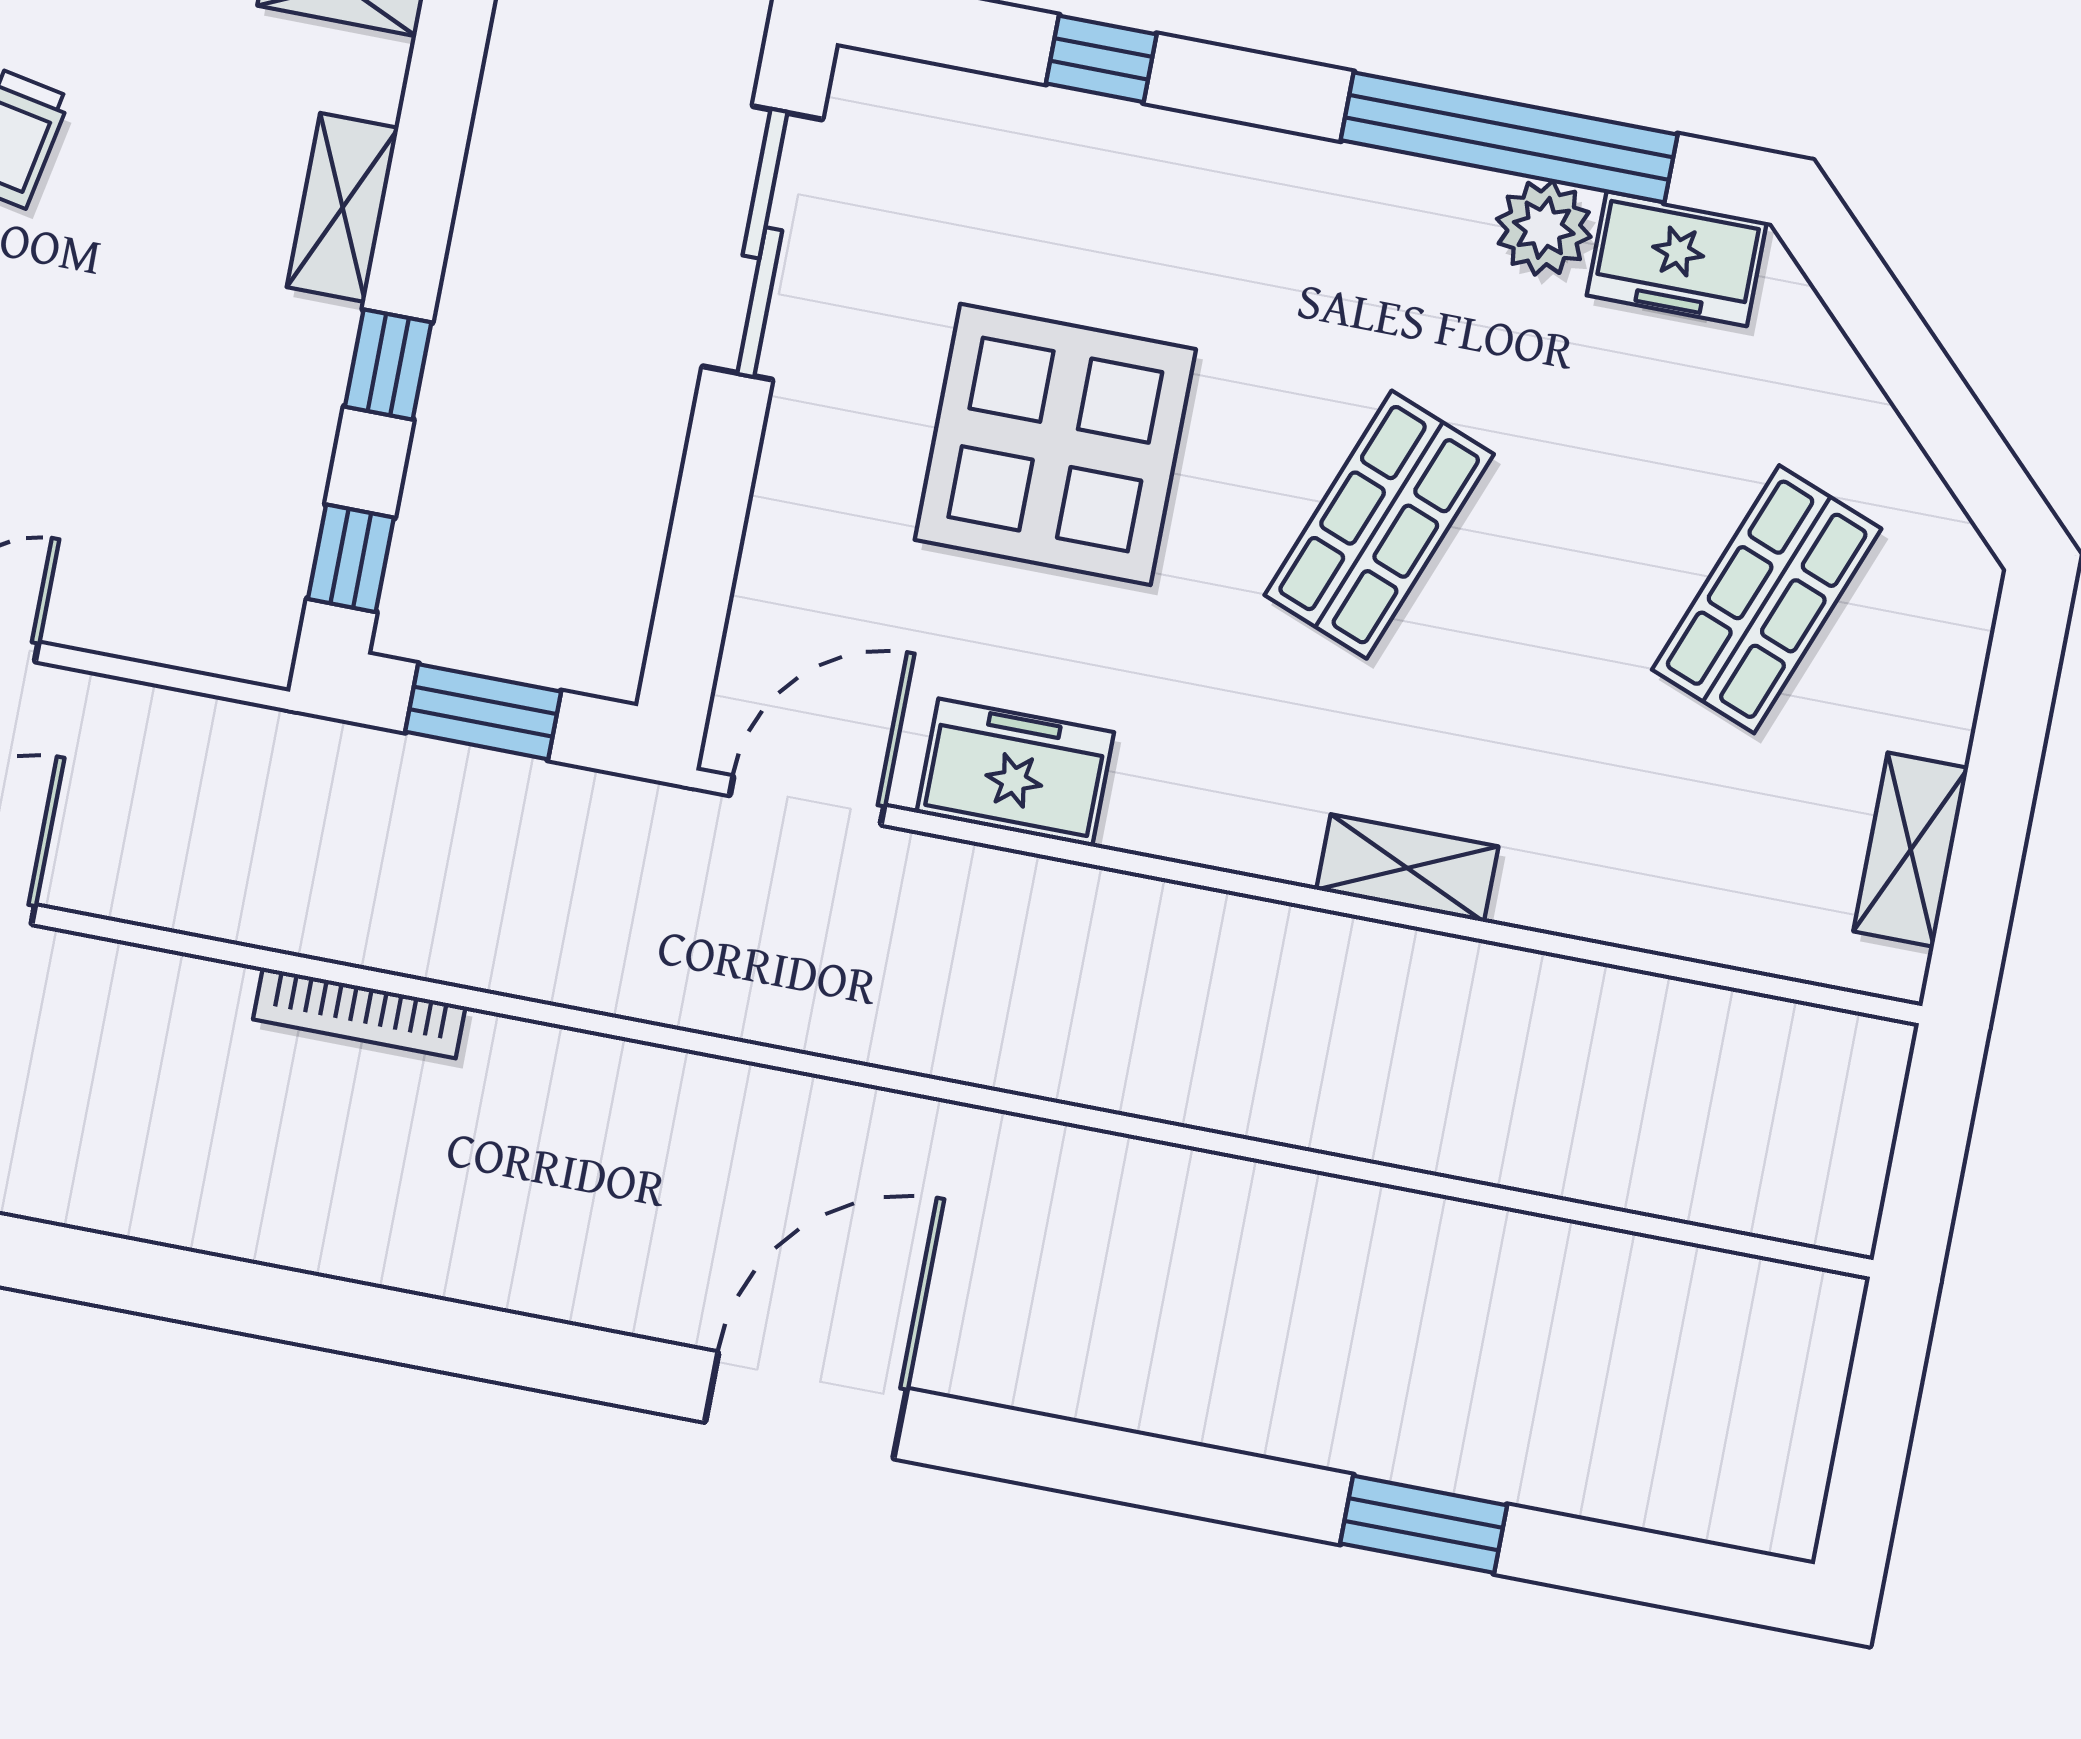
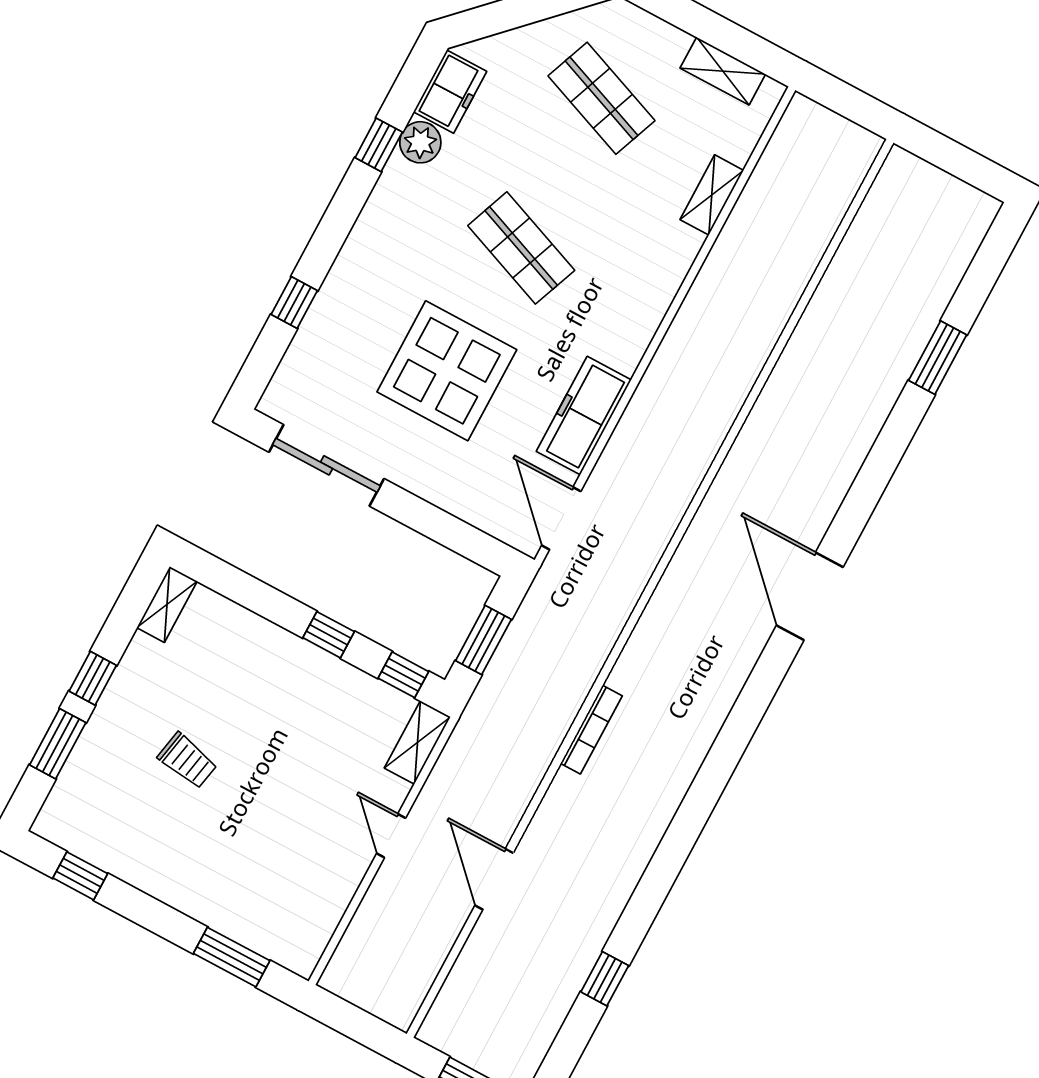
window: (1509, 137) -> (379, 145), width x0.32
shelving: (343, 208) -> (417, 742), moved, turned 90
freezer: (1015, 772) -> (584, 416), width x1.40
shelving: (1407, 868) -> (712, 195), moved

